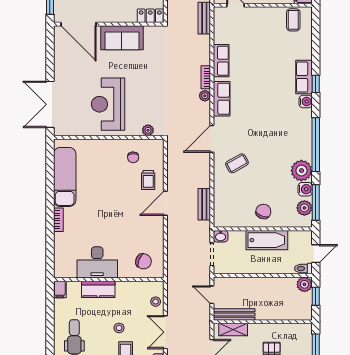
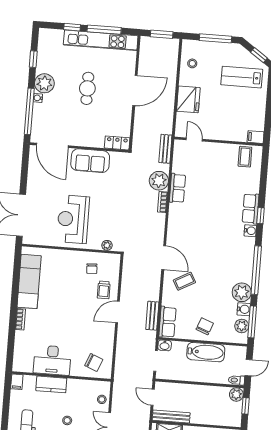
plant: (205, 96) -> (159, 181), moved, width x1.88, depth x1.88
row of seats: (222, 99) -> (167, 322), moved
door: (212, 139) -> (164, 258), swing flipped

